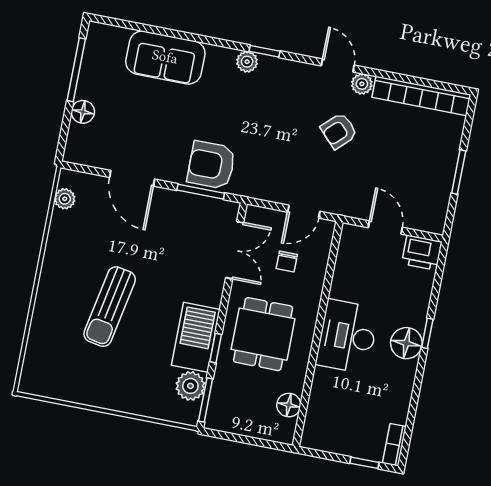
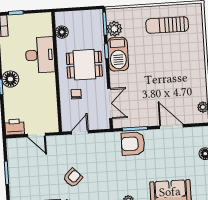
armchair: (211, 165) -> (133, 144), turned 180
double door: (235, 250) -> (110, 104), swing flipped
chair: (287, 261) -> (76, 94), moved
sun lounger: (110, 307) -> (167, 25), moved, turned -101
dining table: (263, 334) -> (84, 65), turned 90
desk: (347, 336) -> (40, 55), moved

